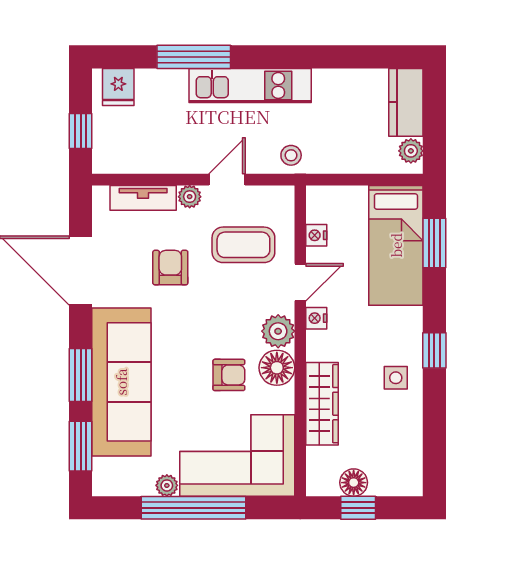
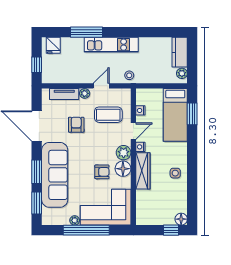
window: (434, 350) -> (192, 161), removed
wardrobe: (322, 404) -> (143, 171), moved
floor lamp: (354, 483) -> (181, 219), moved
window: (358, 508) -> (171, 230), moved

